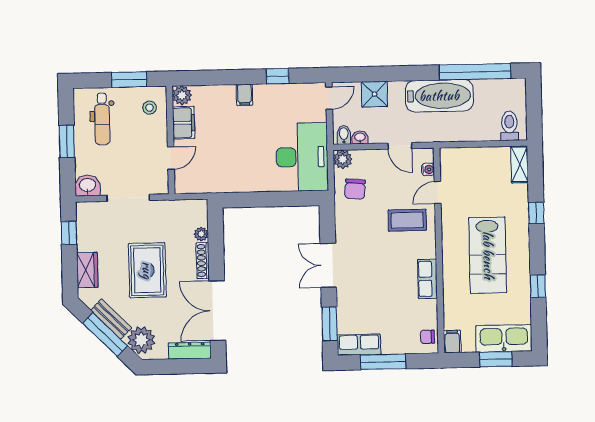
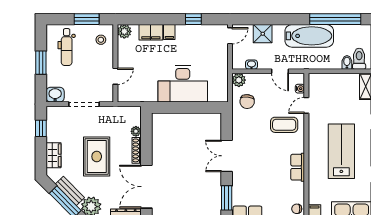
filing cabinet: (184, 123) -> (151, 32), moved, turned 90
bidet: (344, 135) -> (347, 62), moved
desk: (302, 157) -> (183, 84), moved, turned 90
lab bench: (488, 255) -> (341, 151), turned 180

